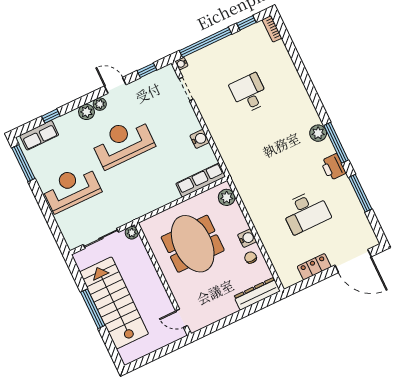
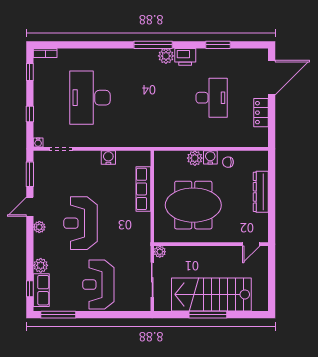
window: (205, 42) -> (30, 114), width x0.32
window: (147, 70) -> (30, 174), width x1.50
desk: (249, 93) -> (90, 98), width x1.87, depth x1.30
plant: (86, 112) -> (41, 265), moved
window: (51, 116) -> (30, 289), moved
plant: (318, 133) -> (166, 56), moved
window: (336, 143) -> (153, 45), moved
row of seats: (201, 180) -> (143, 189), moved
window: (360, 193) -> (218, 45), width x0.69
plant: (227, 197) -> (195, 158), moved
dresser: (257, 294) -> (261, 192), moved

